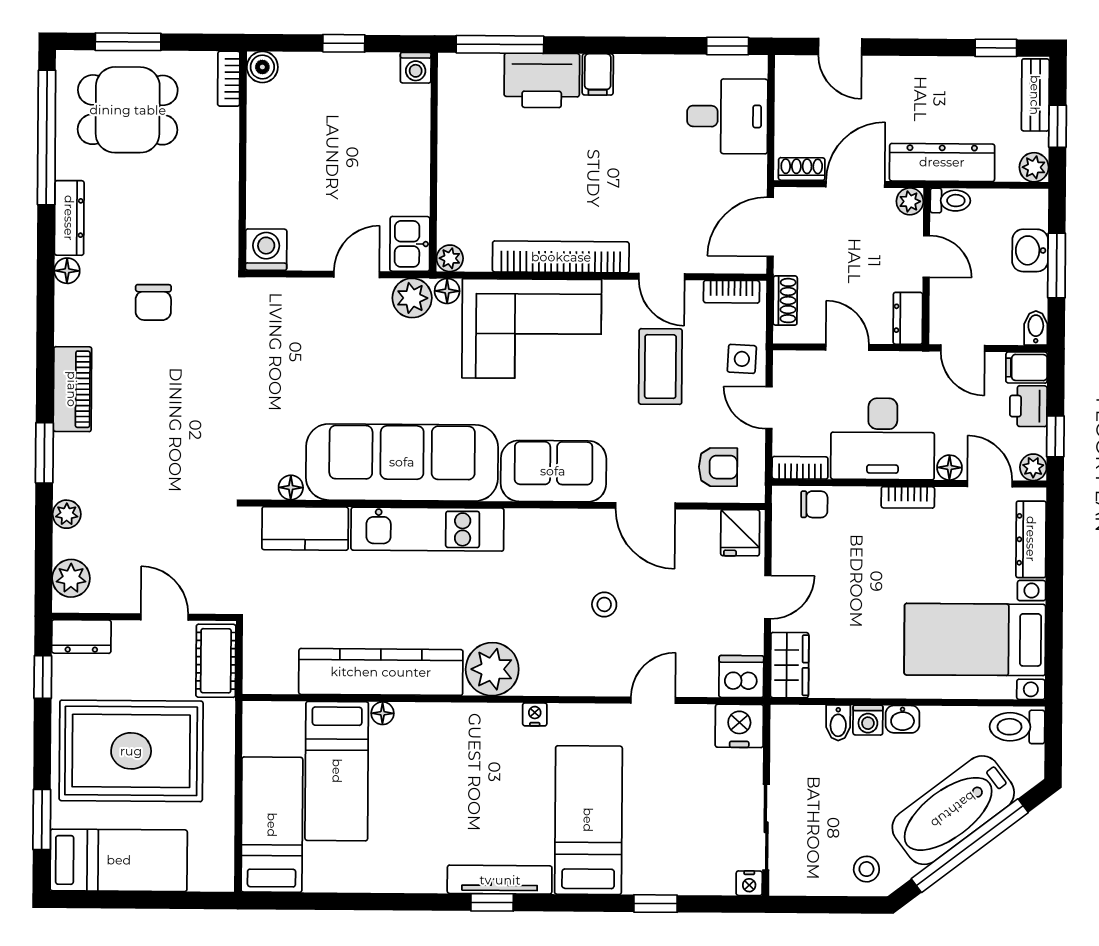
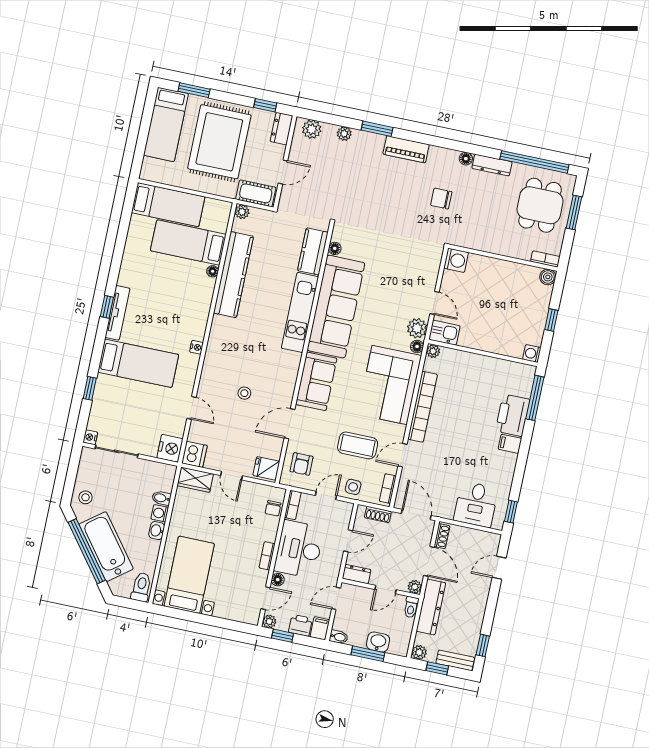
dresser: (1031, 539) -> (234, 613), removed
plant: (492, 669) -> (242, 212), moved, width x0.53, depth x0.53

